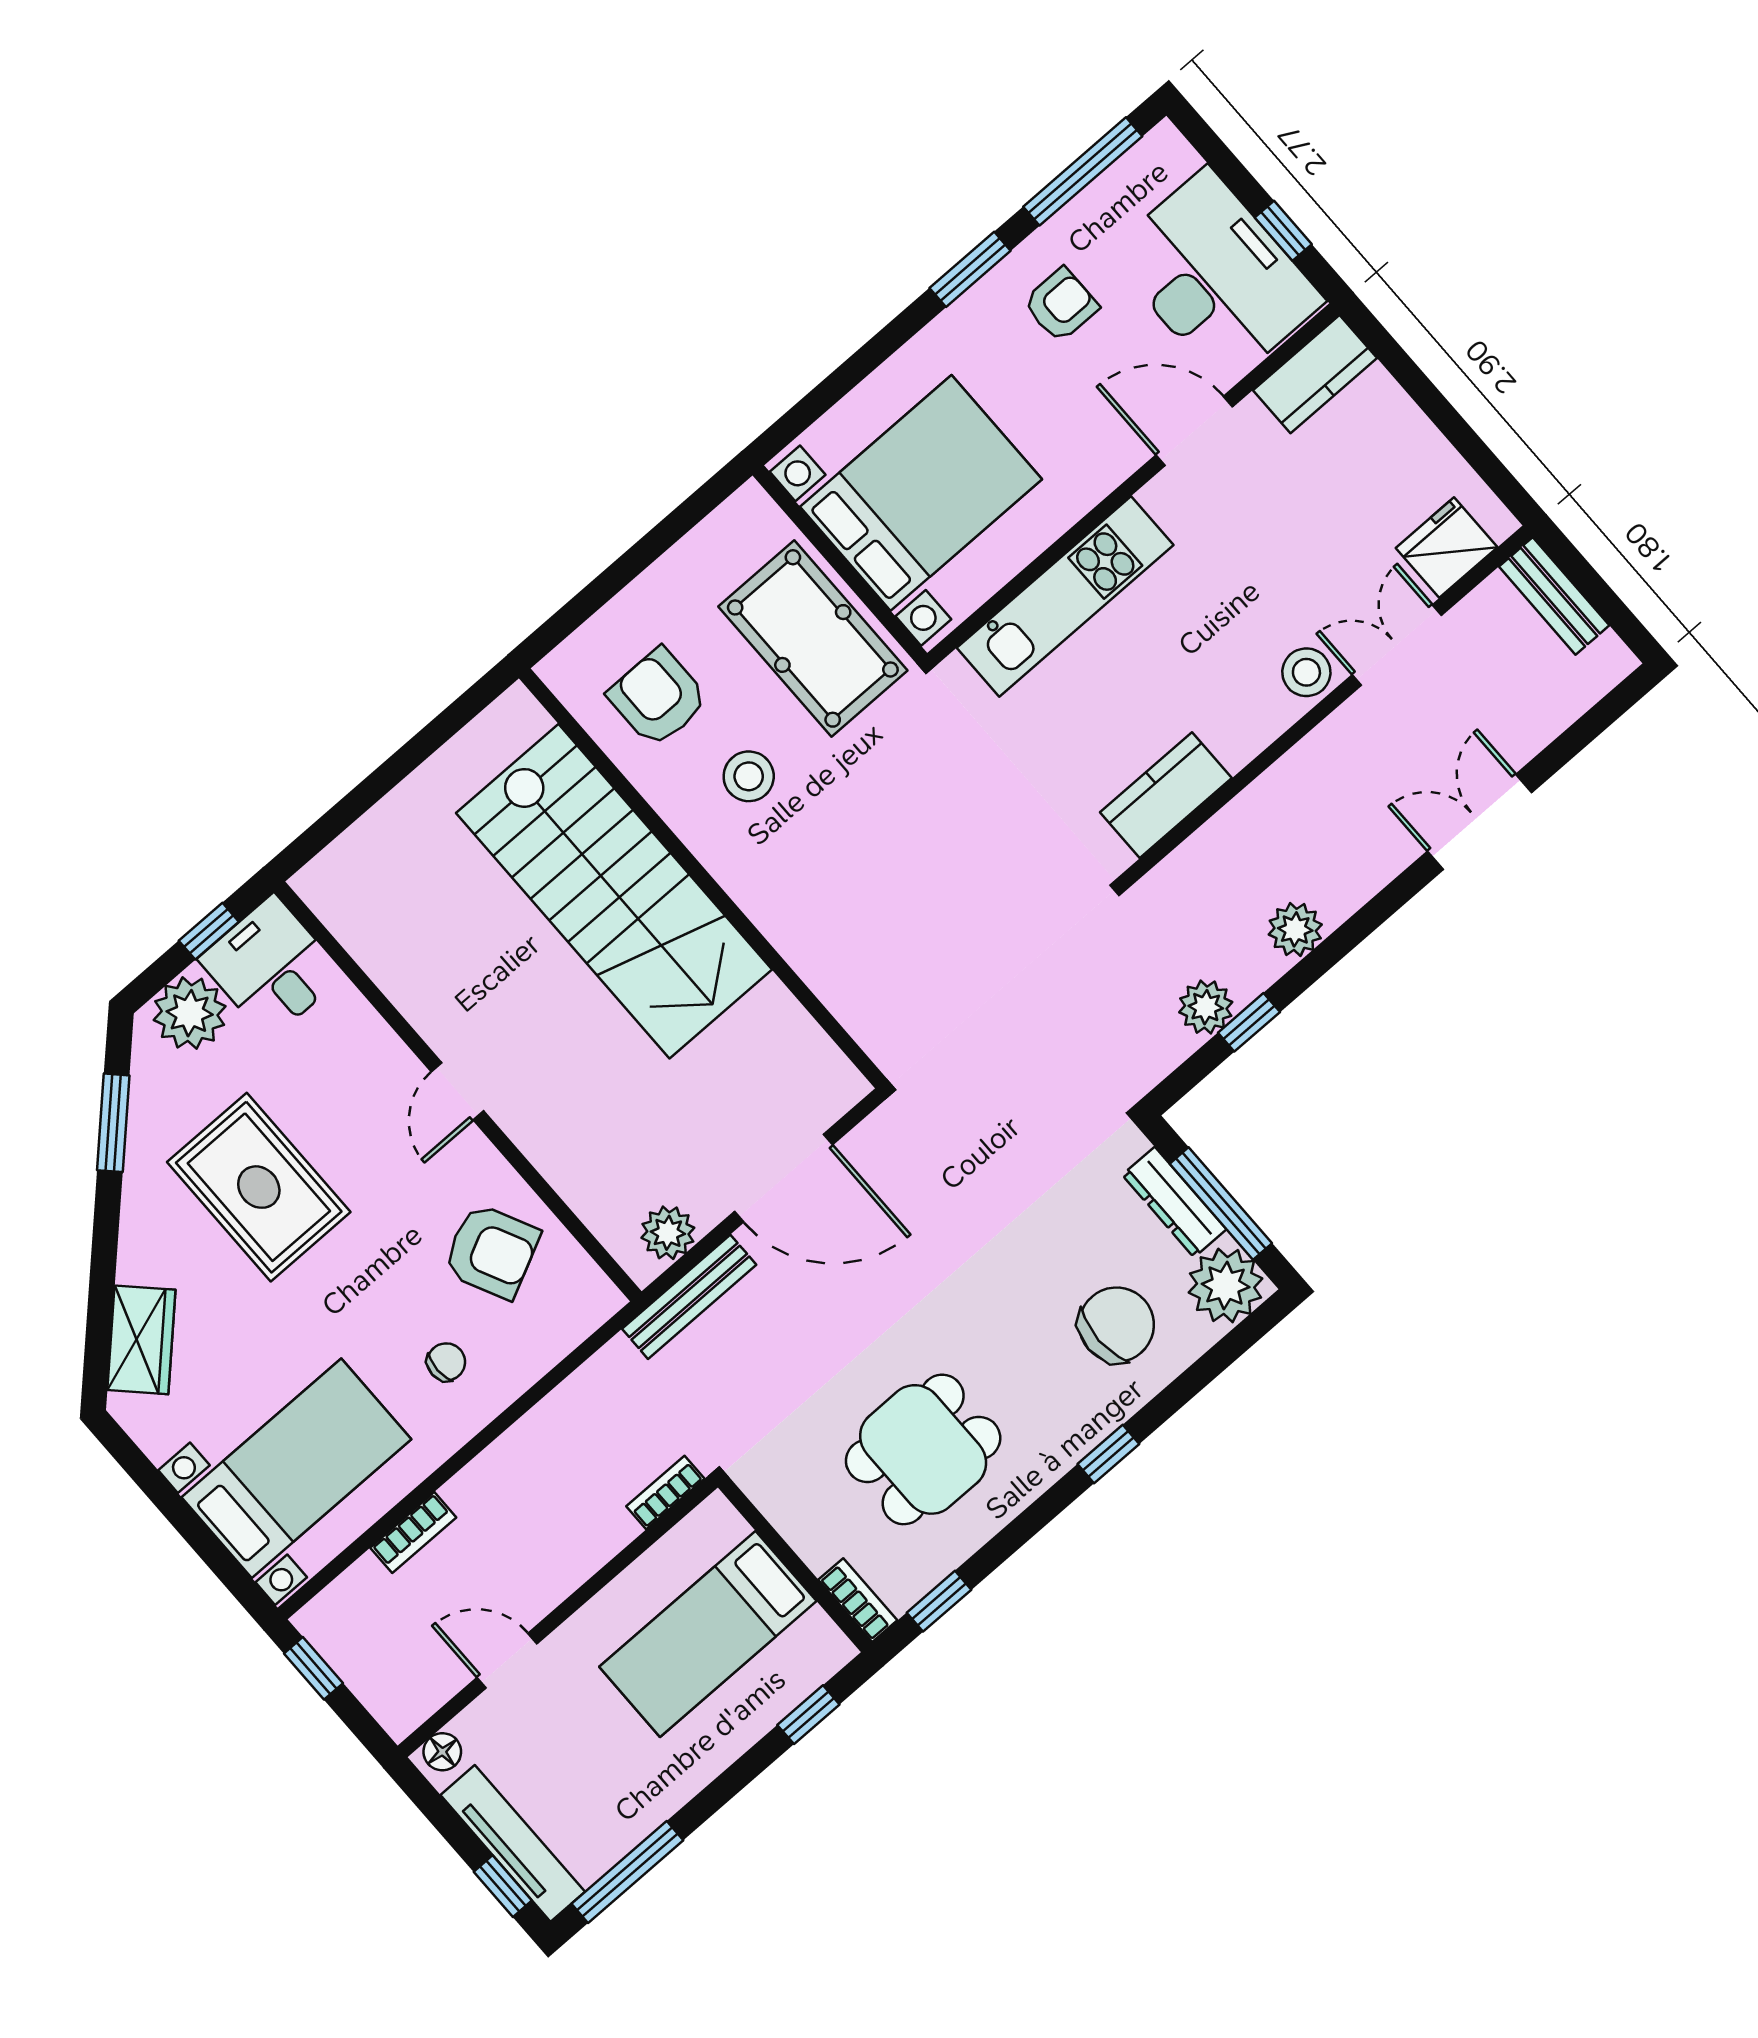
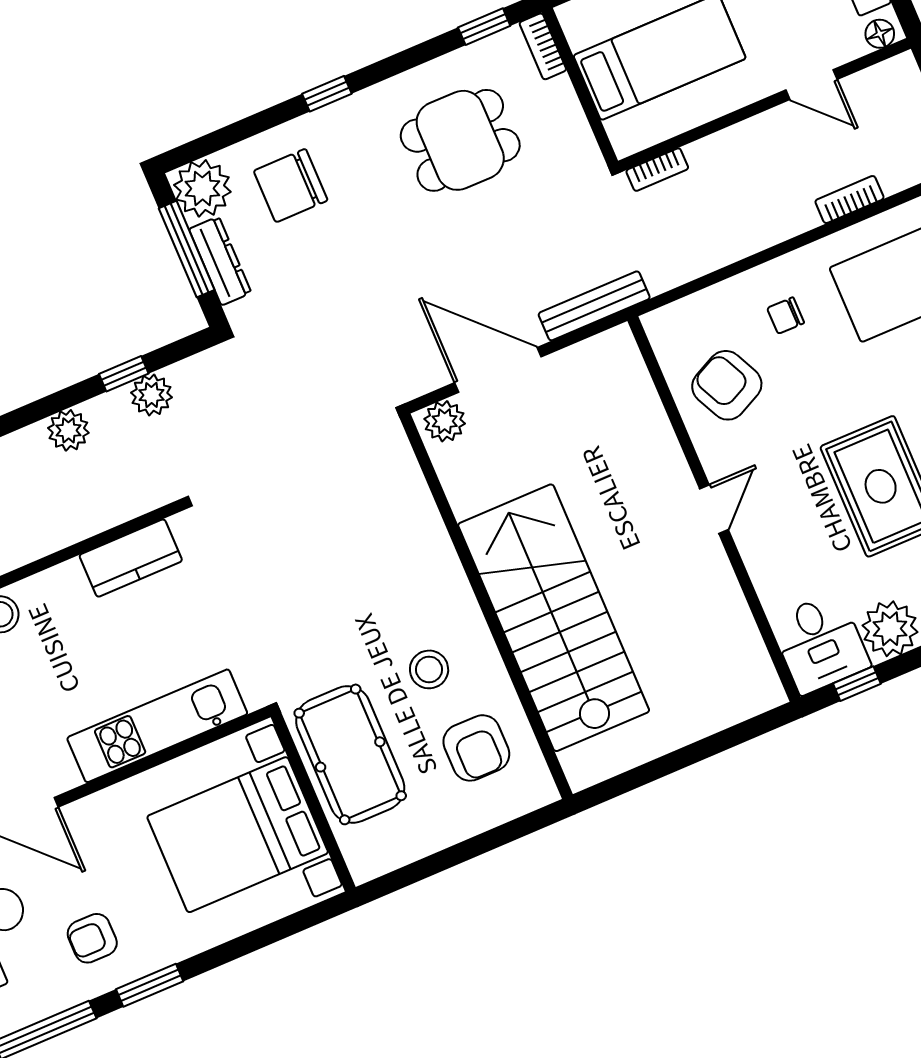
plant: (668, 1233) -> (445, 421), moved

